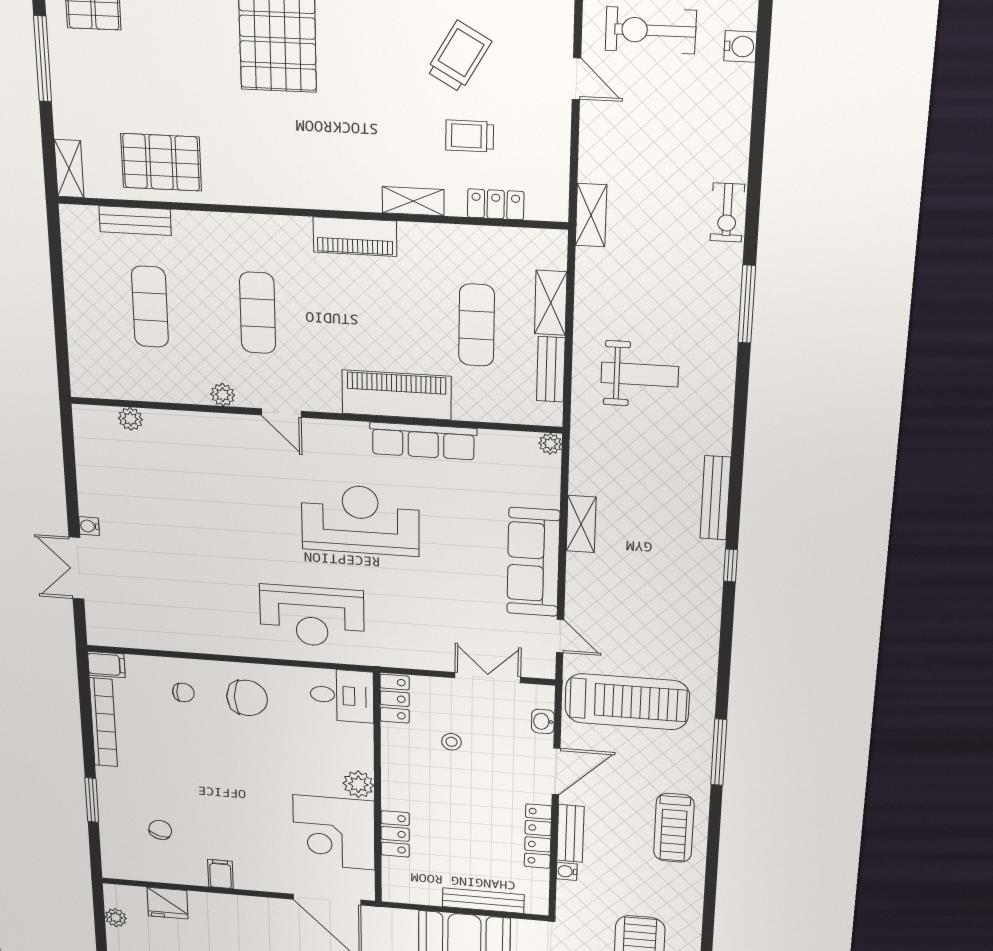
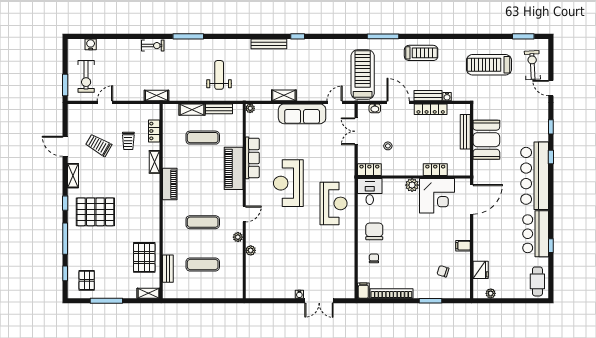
plant: (130, 419) -> (251, 250), moved

